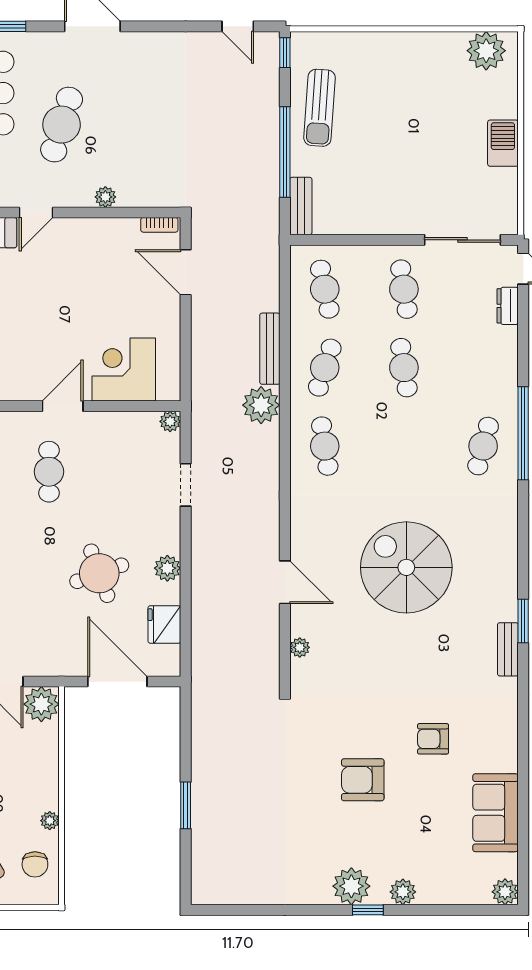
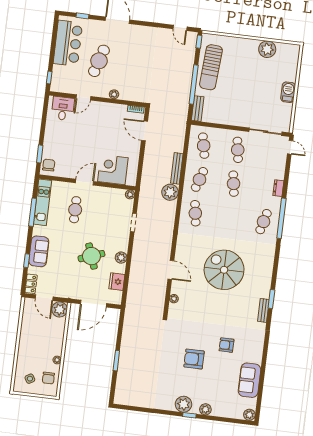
plant: (486, 51) -> (267, 49), moved
sun lounger: (320, 108) -> (211, 67), width x1.36, depth x1.34
dresser: (508, 306) -> (278, 188), moved
door: (117, 682) -> (94, 304), swing flipped

